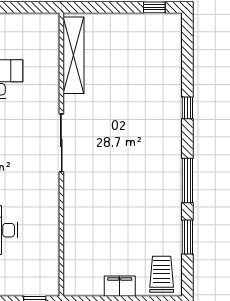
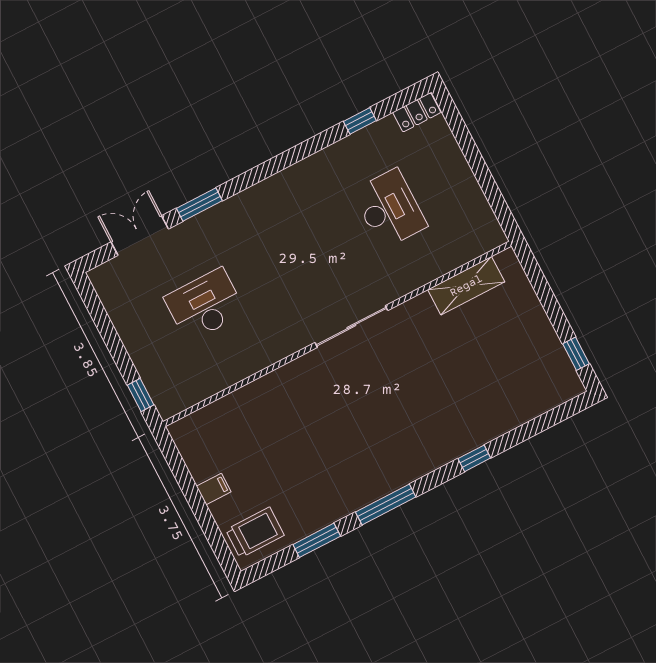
shelving: (73, 55) -> (466, 286), width x0.68
filing cabinet: (120, 286) -> (214, 489), width x0.50

